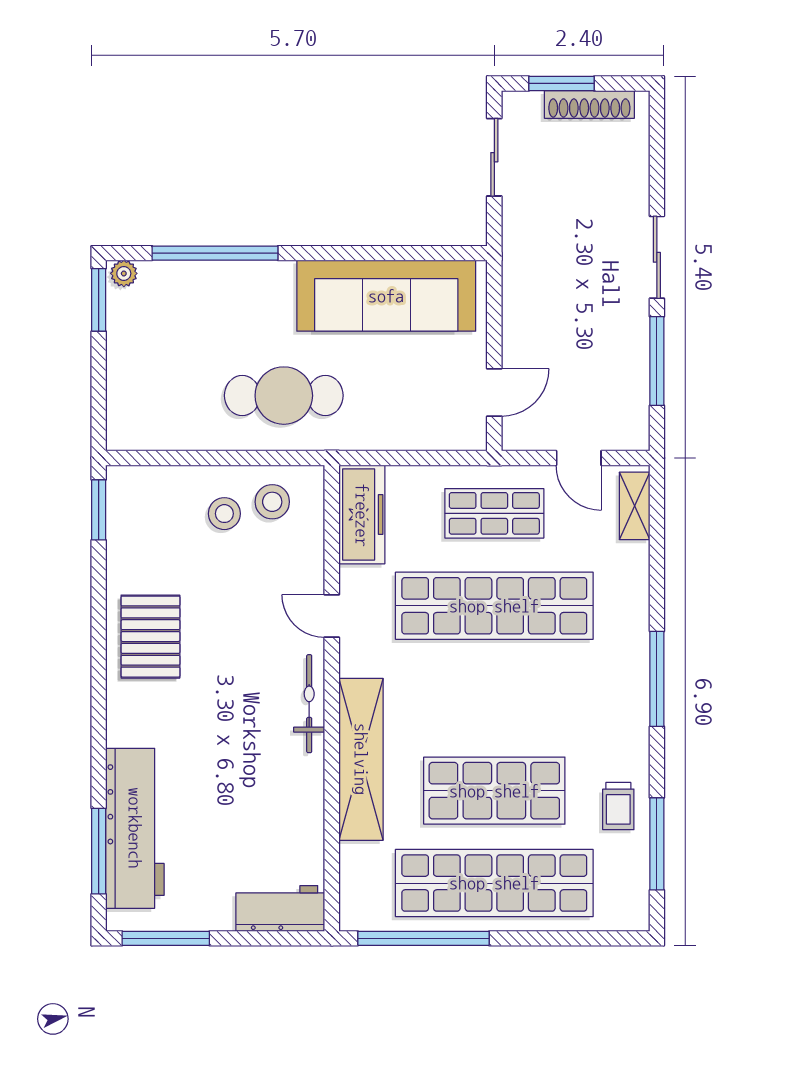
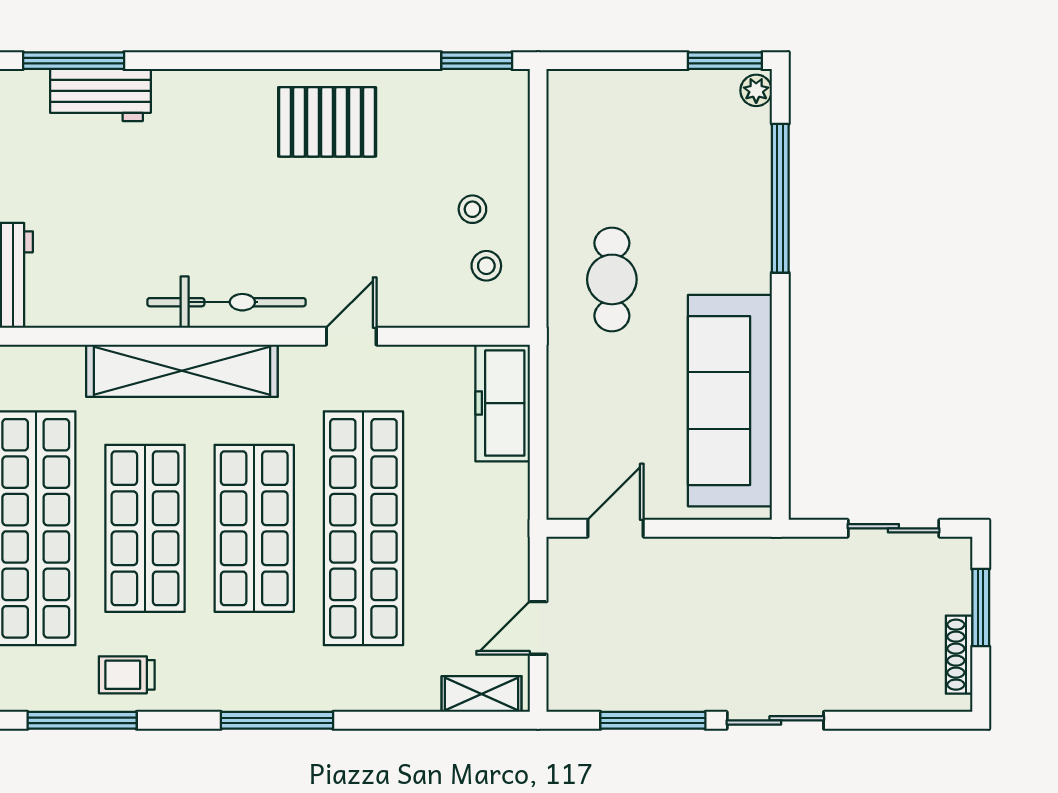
shoe rack: (589, 104) -> (959, 655), width x0.74, depth x0.81
door: (494, 392) -> (616, 528), swing flipped
cafe table: (284, 396) -> (612, 279), width x0.73, depth x0.74
stool: (272, 502) -> (486, 266), width x0.73, depth x0.73
shop shelf: (494, 513) -> (254, 528), moved, width x1.43, depth x1.36
stool: (224, 514) -> (472, 209), width x0.73, depth x0.73
freezer: (362, 515) -> (503, 403), moved, turned 90
bicycle: (309, 704) -> (227, 302), width x1.37, depth x1.40
workbench: (135, 828) -> (100, 95), width x0.53, depth x0.76

